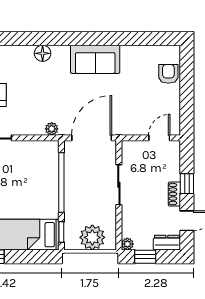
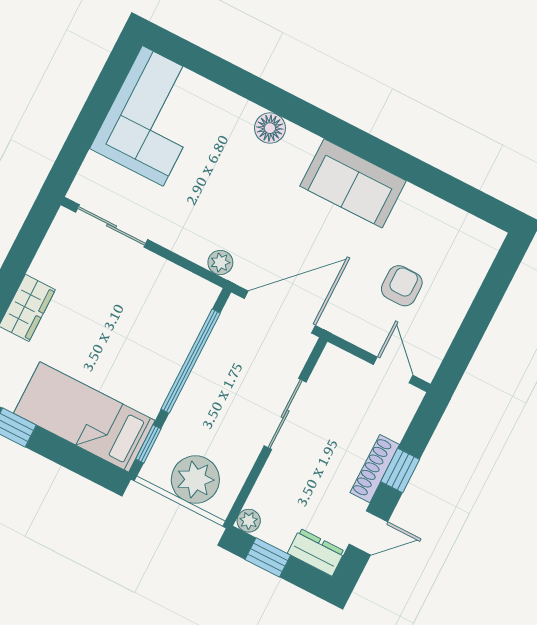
armchair: (168, 74) -> (402, 286), moved
door: (159, 138) -> (393, 370), hinge flipped
shoe rack: (174, 194) -> (375, 469), width x1.43

